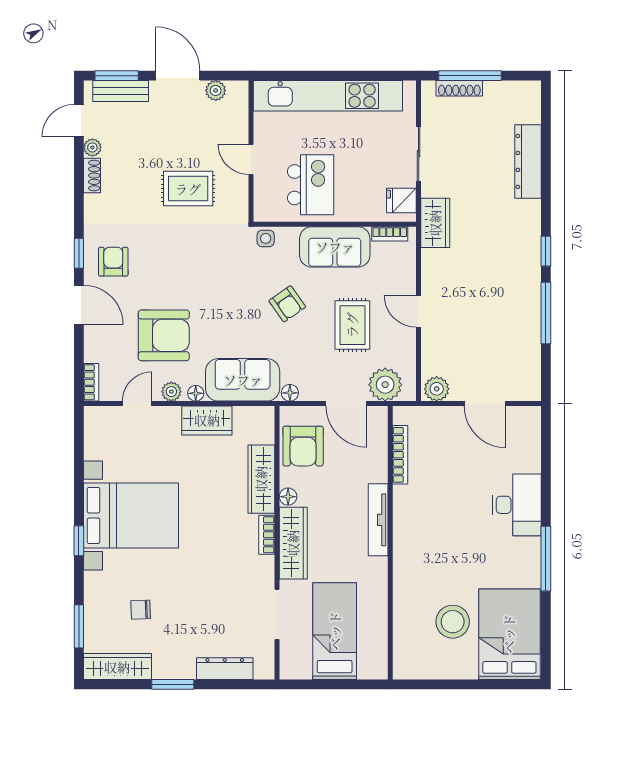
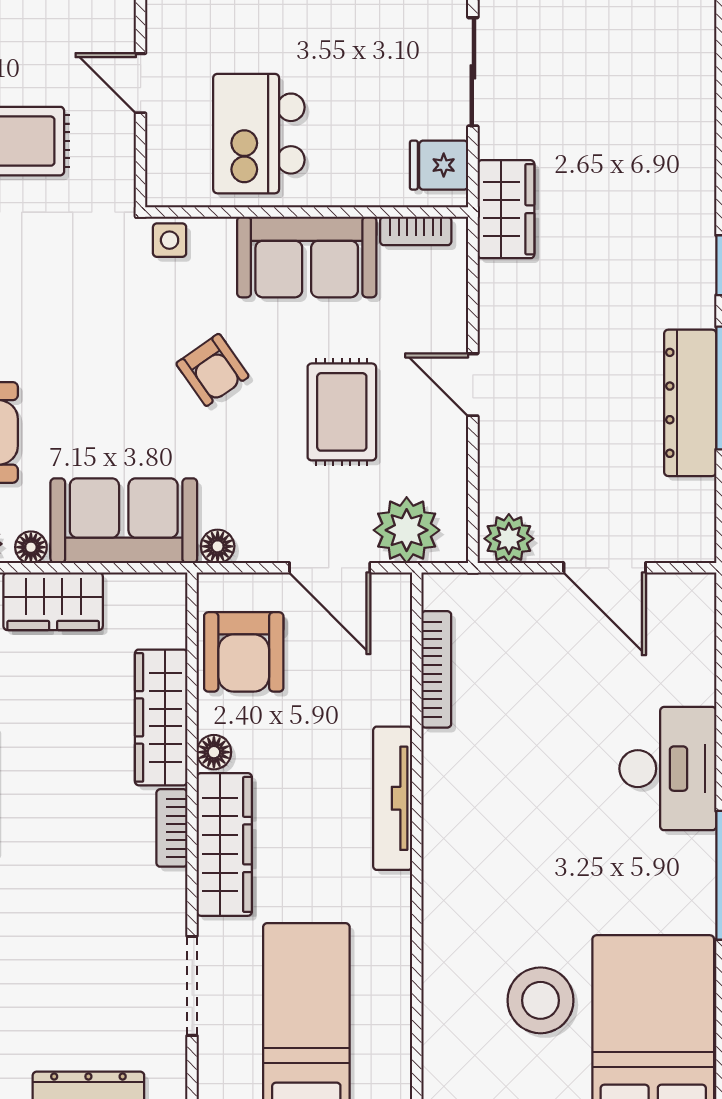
dresser: (528, 161) -> (690, 403), moved
kitchen island: (311, 185) -> (259, 134), turned 180

